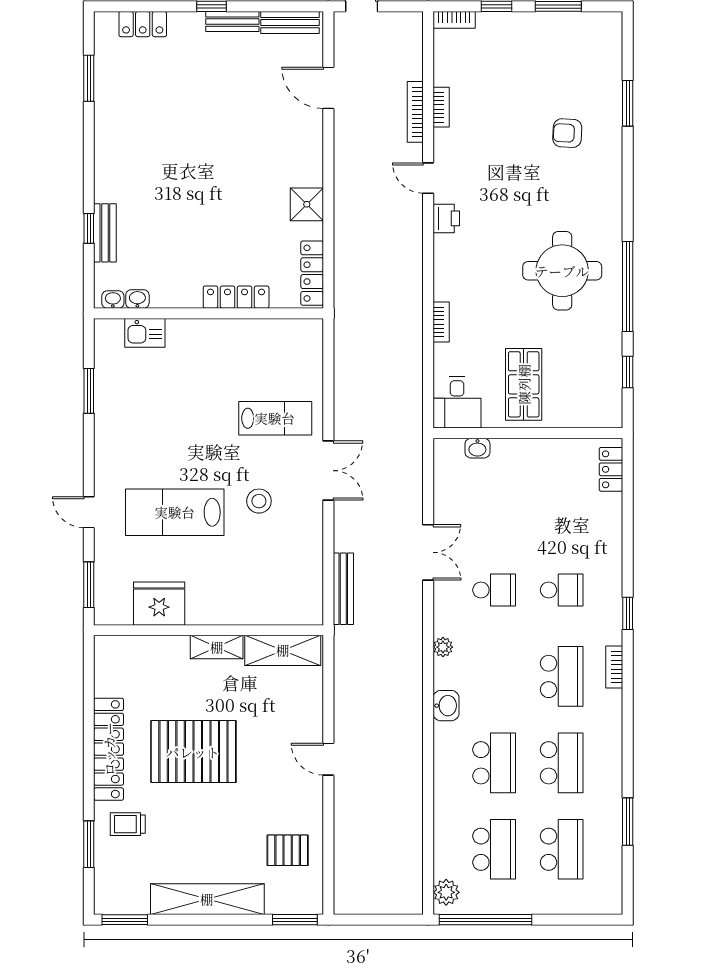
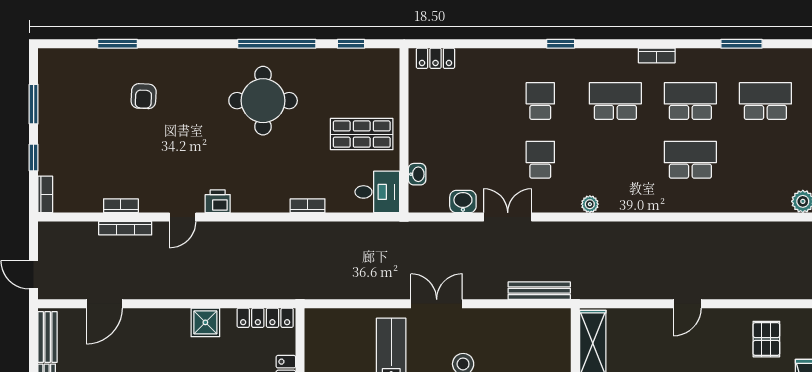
bookcase: (614, 667) -> (657, 55), moved
washbasin: (446, 706) -> (463, 202), moved
school desk: (494, 849) -> (765, 160), removed

